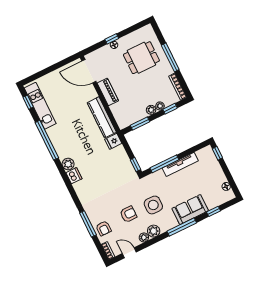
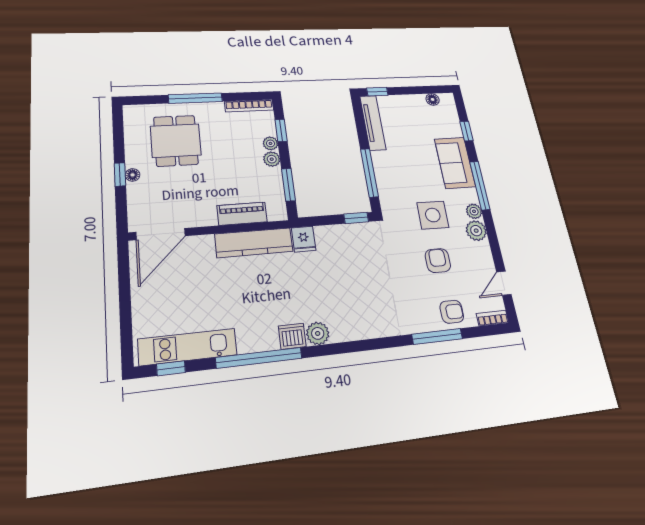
piano: (108, 92) -> (242, 214), moved
tv unit: (180, 164) -> (373, 123), moved
dishwasher: (74, 176) -> (292, 336), moved
plant: (144, 237) -> (474, 211), moved

